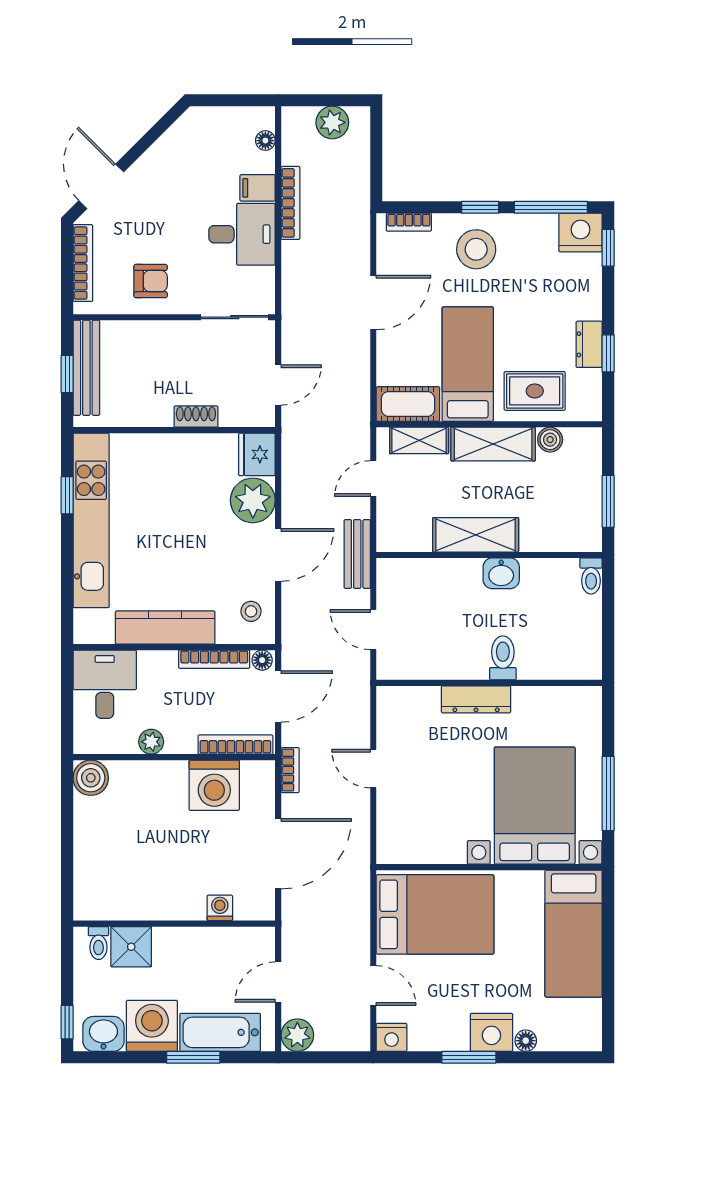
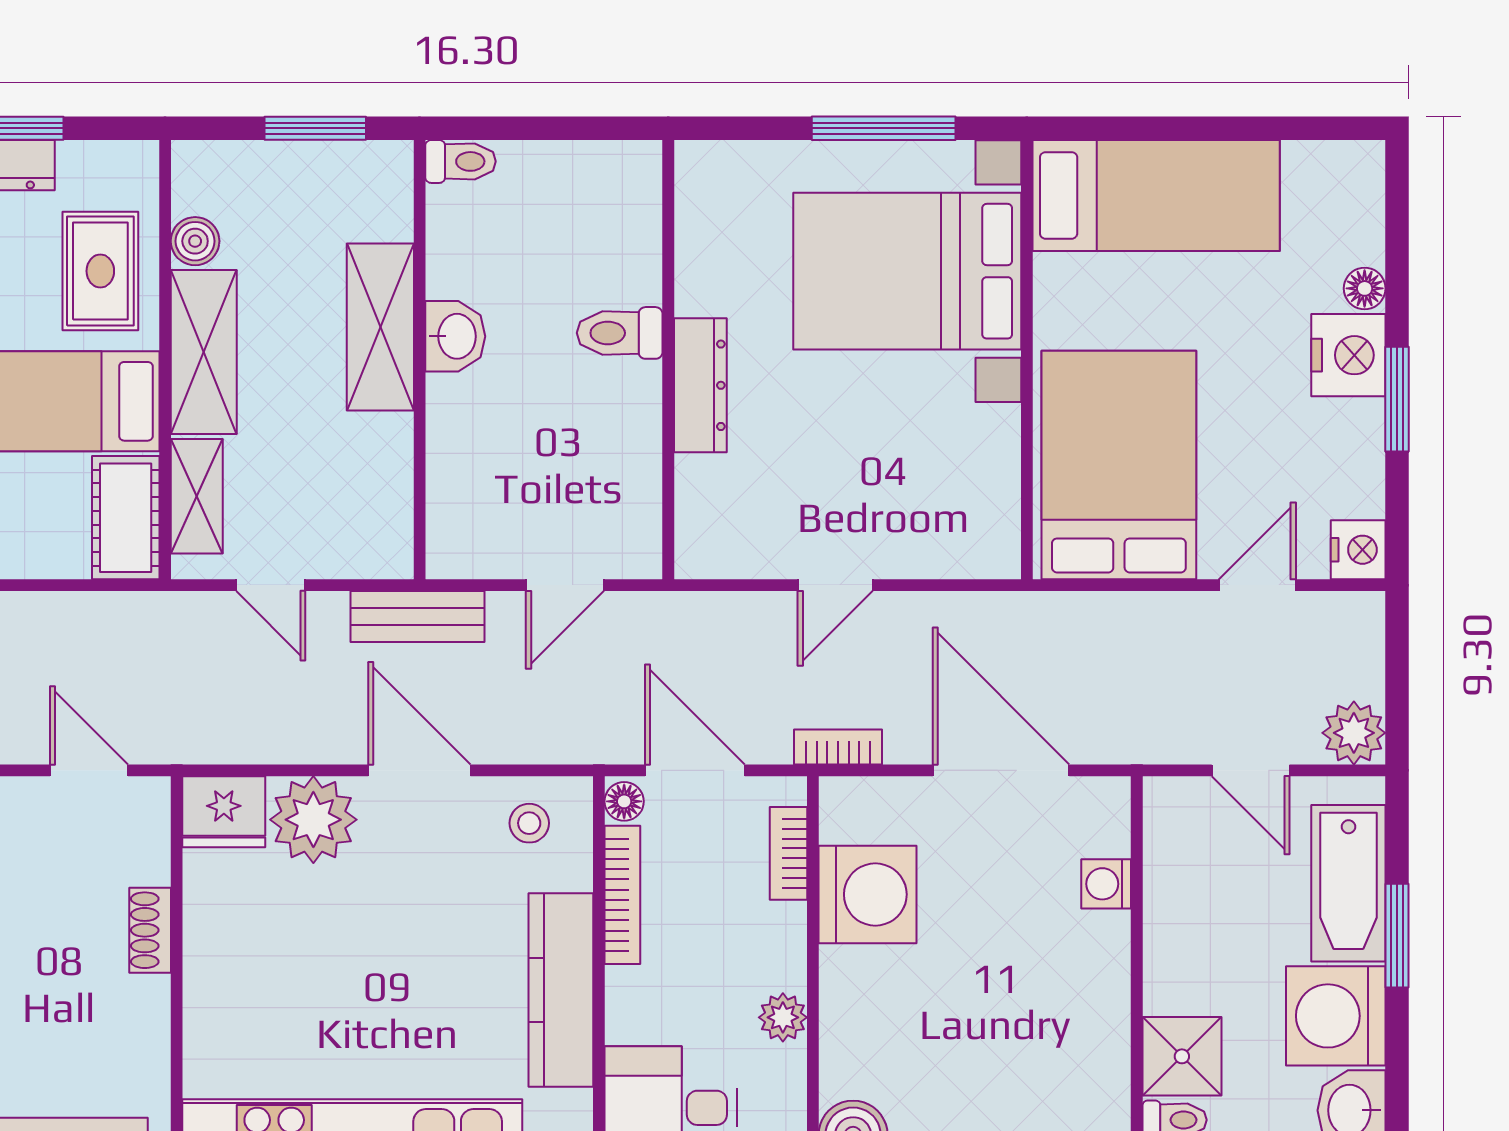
shelving: (476, 535) -> (380, 327), moved
bookcase: (235, 745) -> (788, 853), width x0.64

